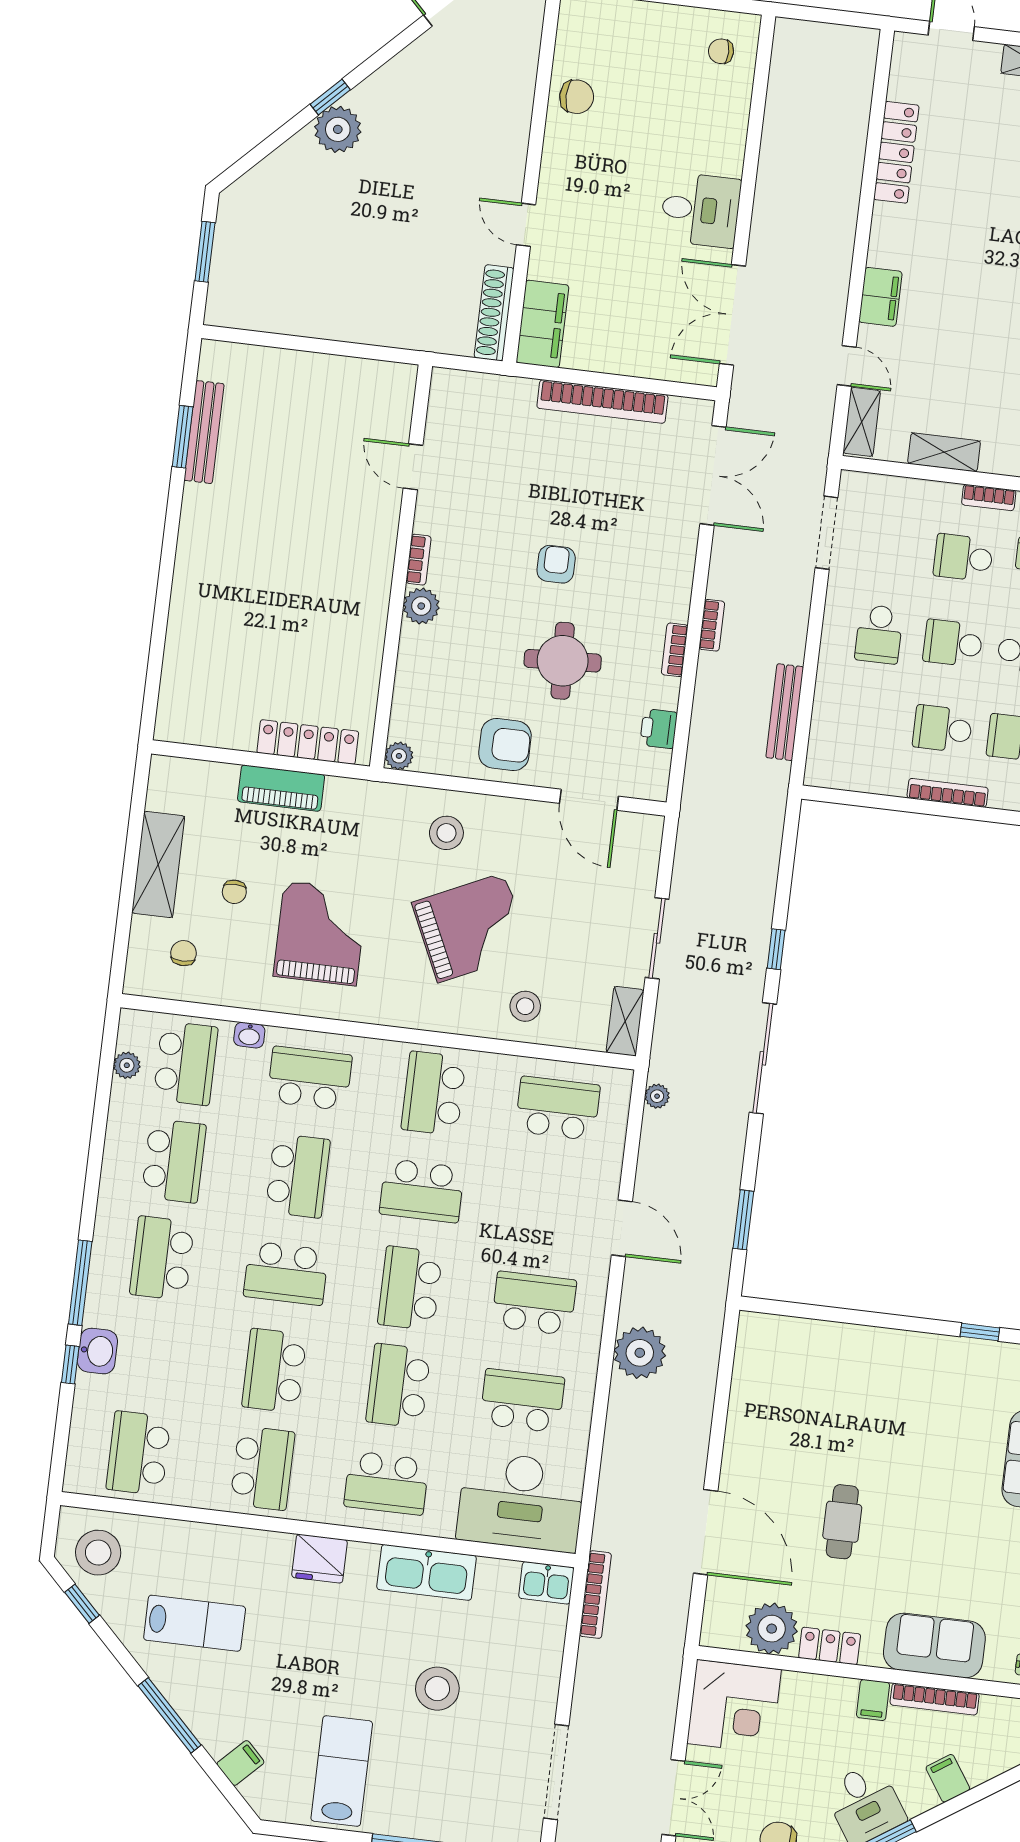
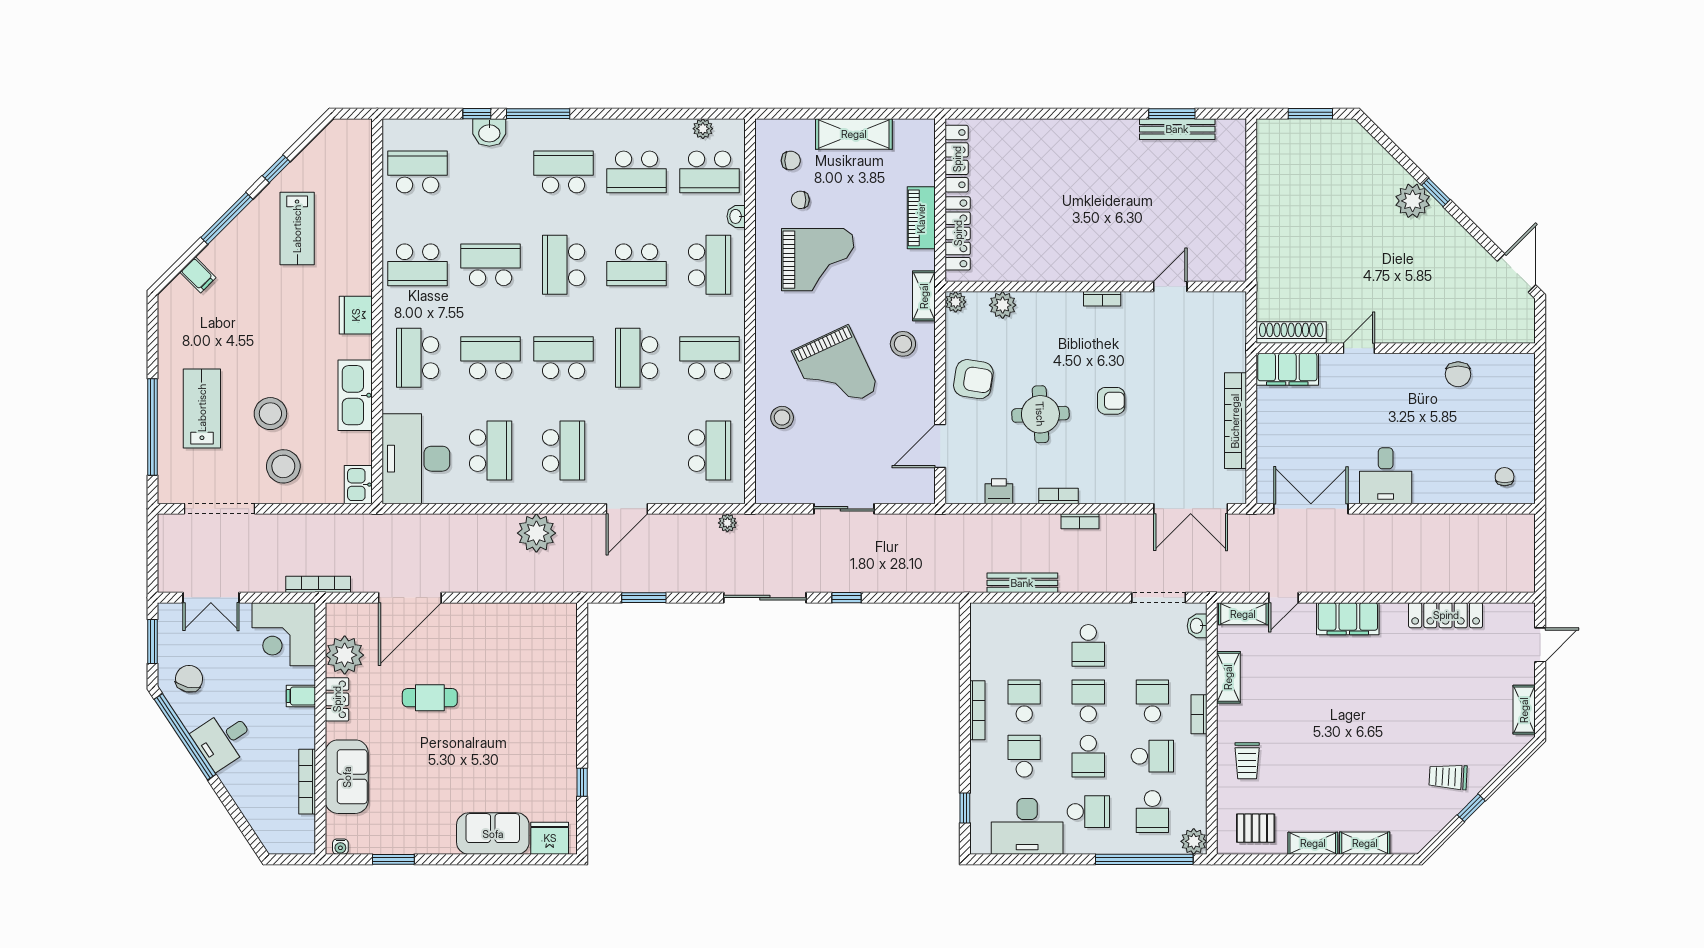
filing cabinet: (880, 297) -> (1348, 619), width x1.50, depth x1.17
washbasin: (870, 486) -> (1197, 626), added
plant: (421, 606) -> (1003, 305), moved
school desk: (879, 634) -> (1088, 645), turned -90
locker: (208, 731) -> (957, 159), added
armchair: (505, 745) -> (973, 379), turned -81
chair: (234, 892) -> (800, 200), moved
shelving: (625, 1021) -> (924, 296), moved, turned 90
stool: (98, 1553) -> (283, 466), moved
bookcase: (595, 1595) -> (318, 584), moved, turned 180
window: (82, 1604) -> (276, 169), moved
filing cabinet: (873, 1700) -> (301, 696), moved
lab bench: (342, 1771) -> (202, 408), moved, turned -90
filing cabinet: (948, 1778) -> (250, 798), removed

